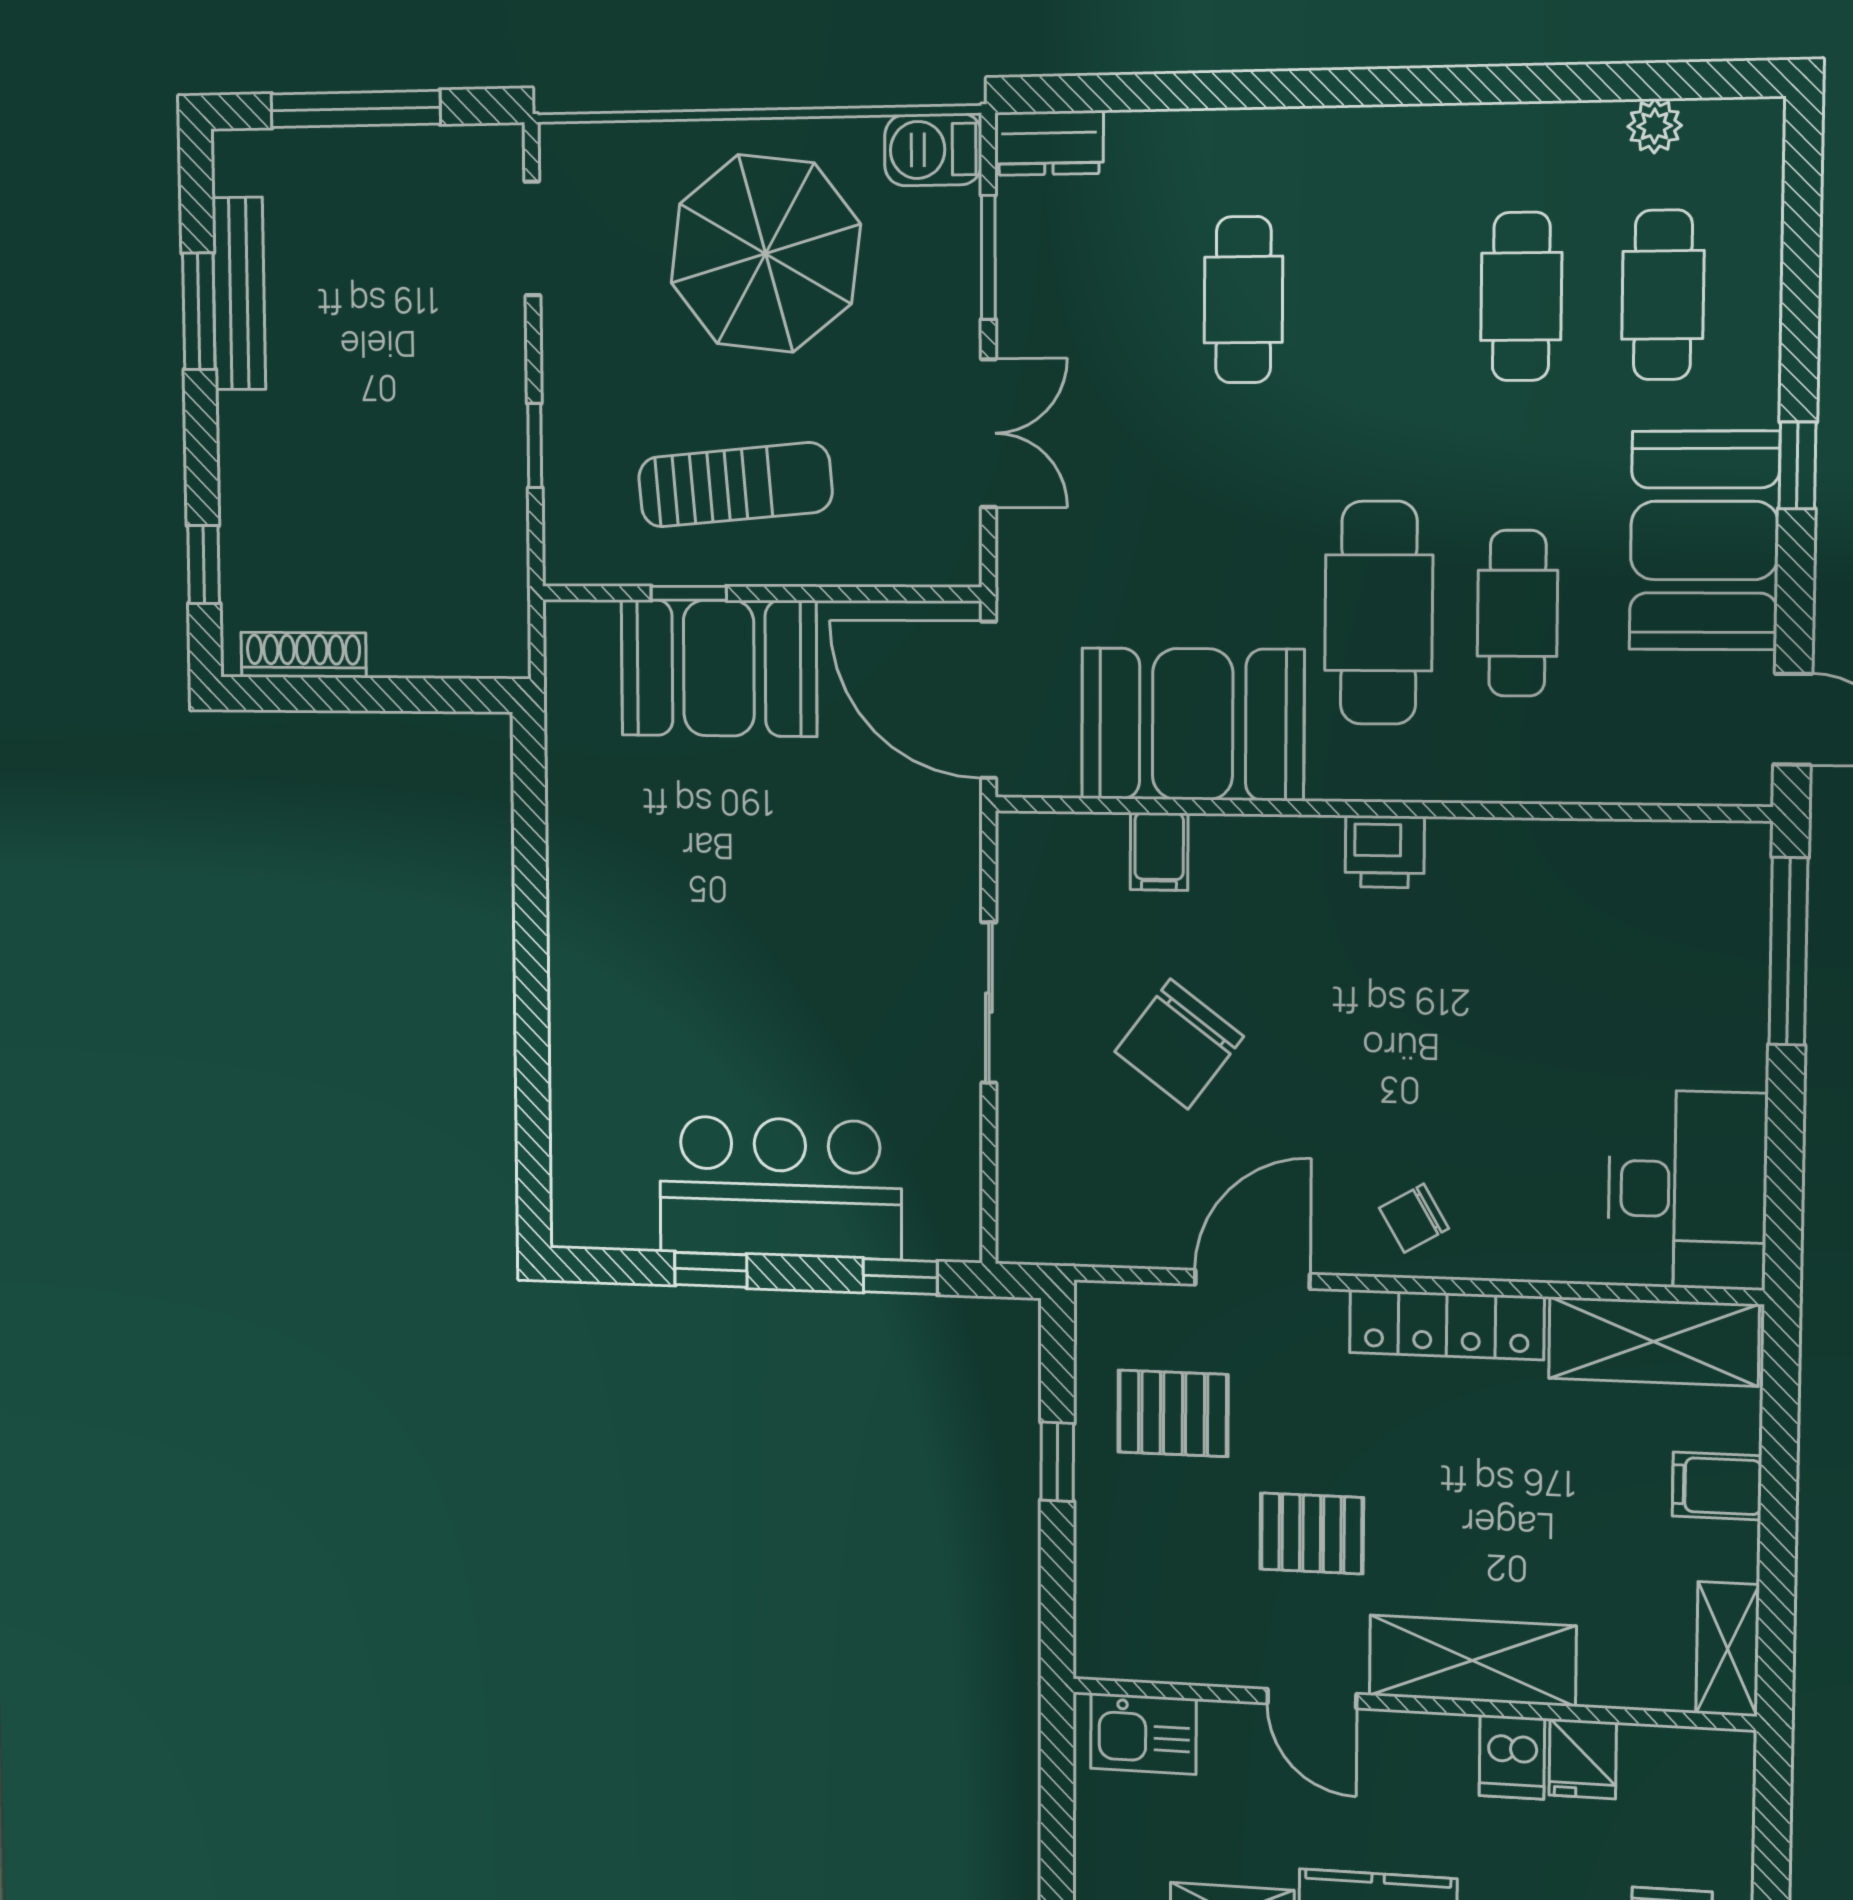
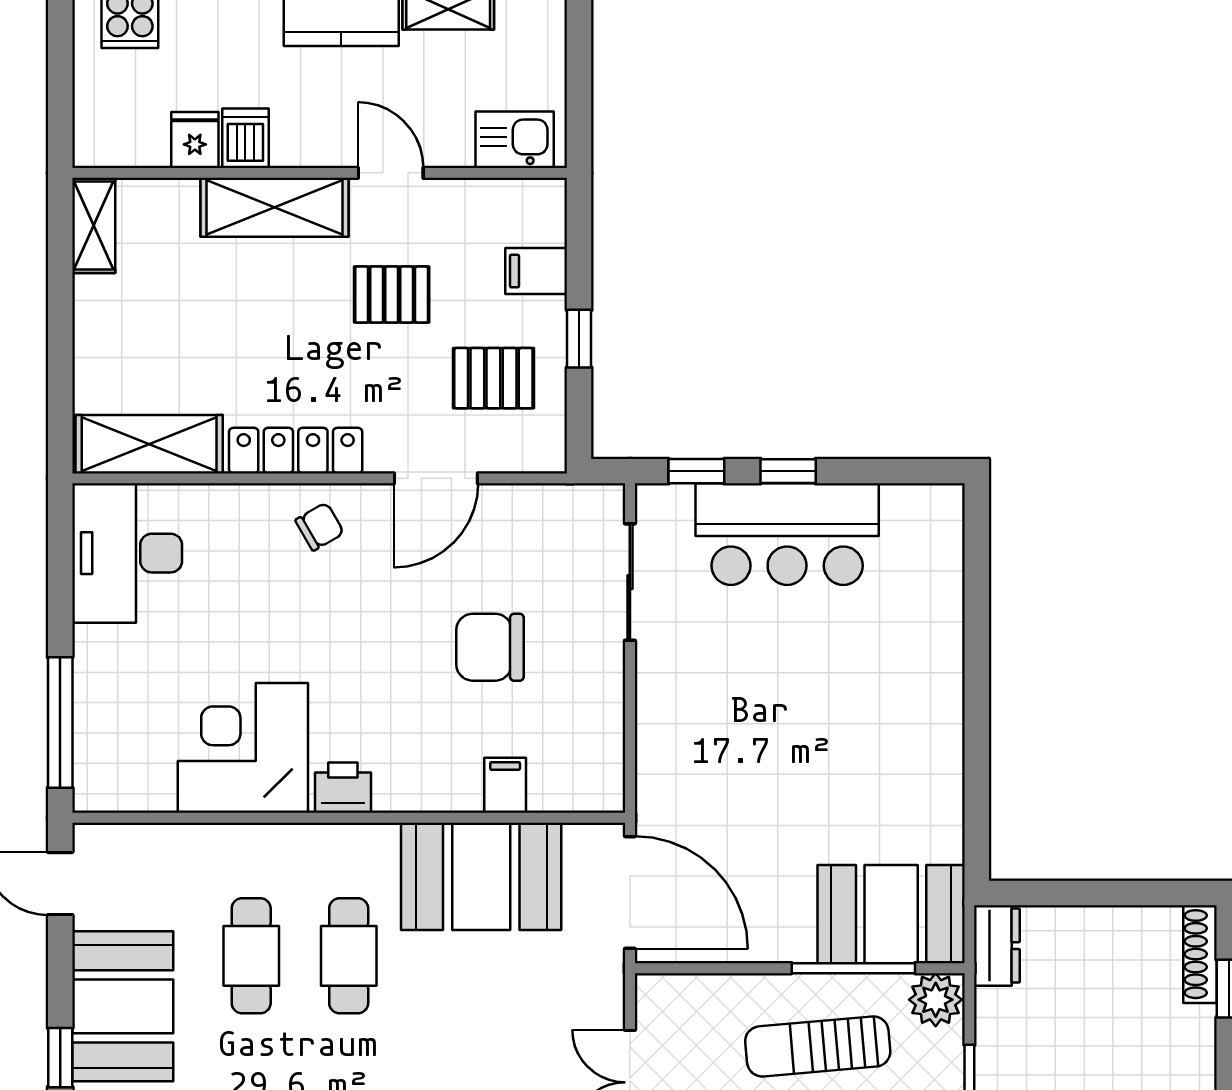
plant: (580, 550) -> (936, 1000), added
window: (689, 593) -> (853, 968), width x2.17
cafe table: (1379, 613) -> (349, 956), width x0.73, depth x0.74
dresser: (501, 624) -> (997, 946), added
shoe rack: (304, 655) -> (1200, 954), moved, turned 90
booth: (719, 668) -> (891, 914), moved
corner desk: (1526, 910) -> (243, 748), added
sliding door: (989, 1003) -> (630, 582), moved
chair: (1179, 1044) -> (490, 647), turned -127
window: (711, 1270) -> (788, 471), moved
filing cabinet: (1717, 1486) -> (536, 271), moved, turned 180

